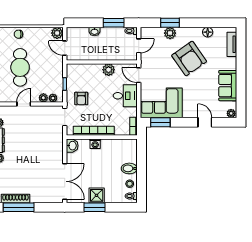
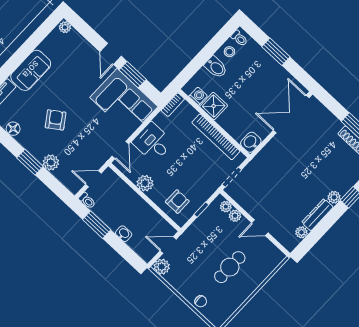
window: (170, 23) -> (30, 162), moved
door: (65, 48) -> (168, 245), swing flipped
armchair: (189, 58) -> (56, 120), width x0.53, depth x0.53
cafe table: (20, 67) -> (230, 267), width x0.73, depth x0.74
sofa: (228, 86) -> (31, 70), moved
armchair: (81, 98) -> (177, 202), moved
window: (160, 122) -> (133, 75), moved
door: (205, 122) -> (111, 54), moved
washing machine: (95, 144) -> (198, 96), moved
shower: (97, 195) -> (214, 106), moved
window: (95, 207) -> (276, 52), moved

